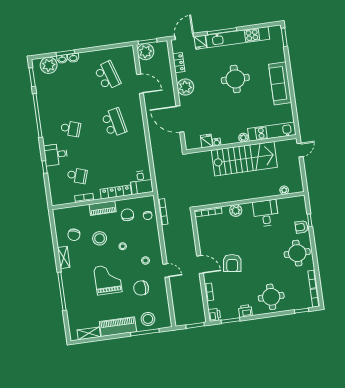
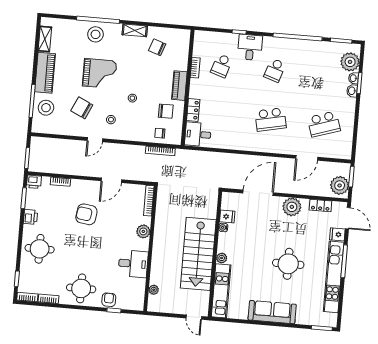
plant: (145, 52) -> (340, 185), moved
locker: (116, 192) -> (193, 110), width x0.66
stool: (100, 238) -> (96, 34), moved
door: (200, 265) -> (111, 180), moved
chair: (141, 288) -> (82, 108), turned -65

